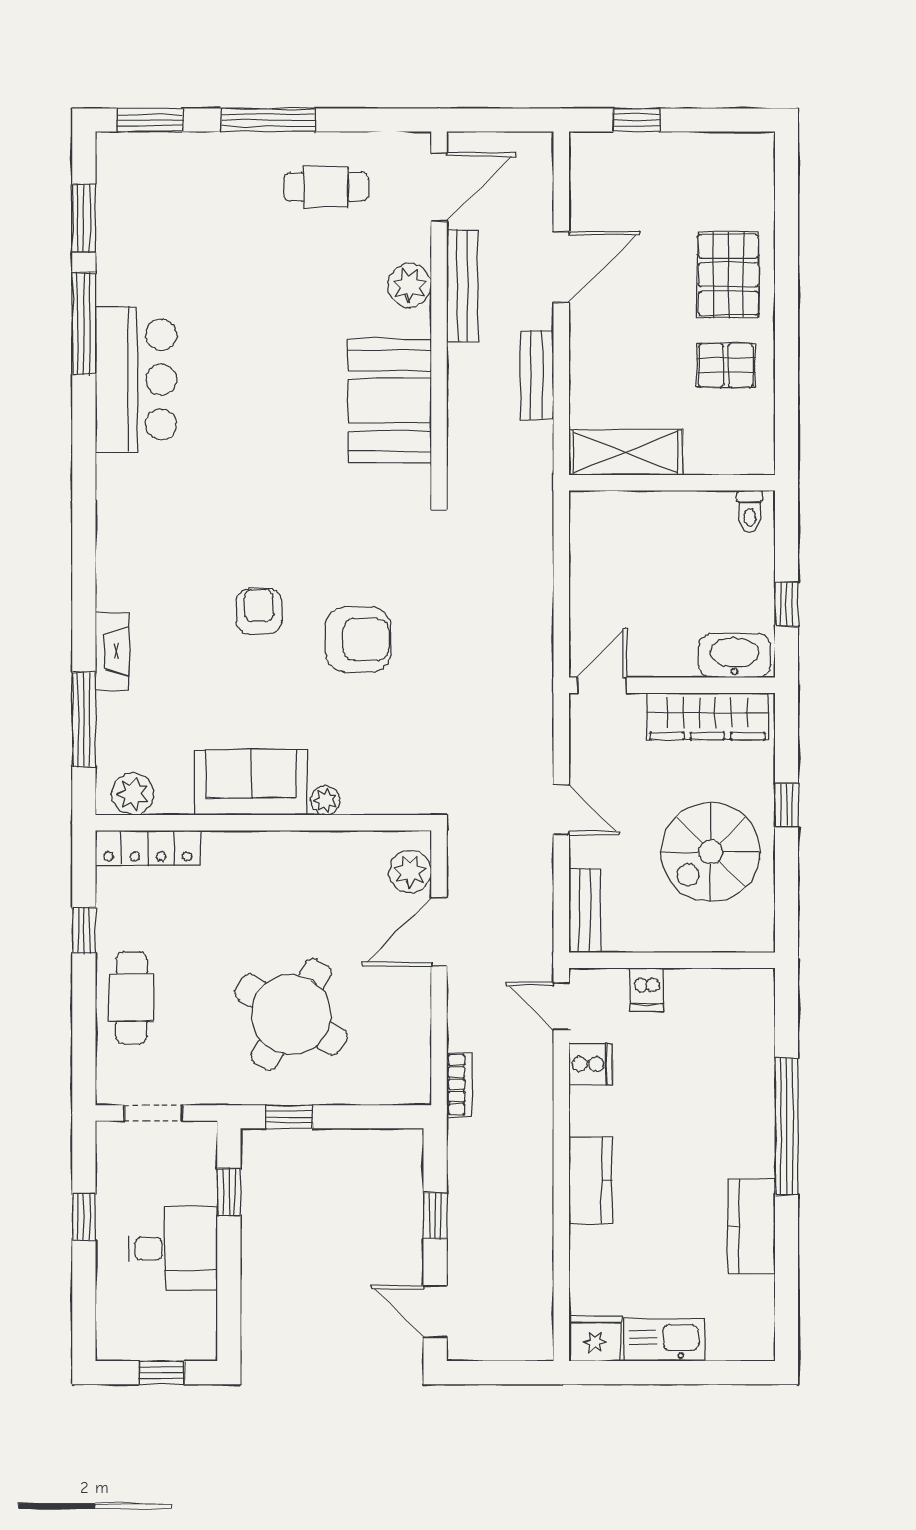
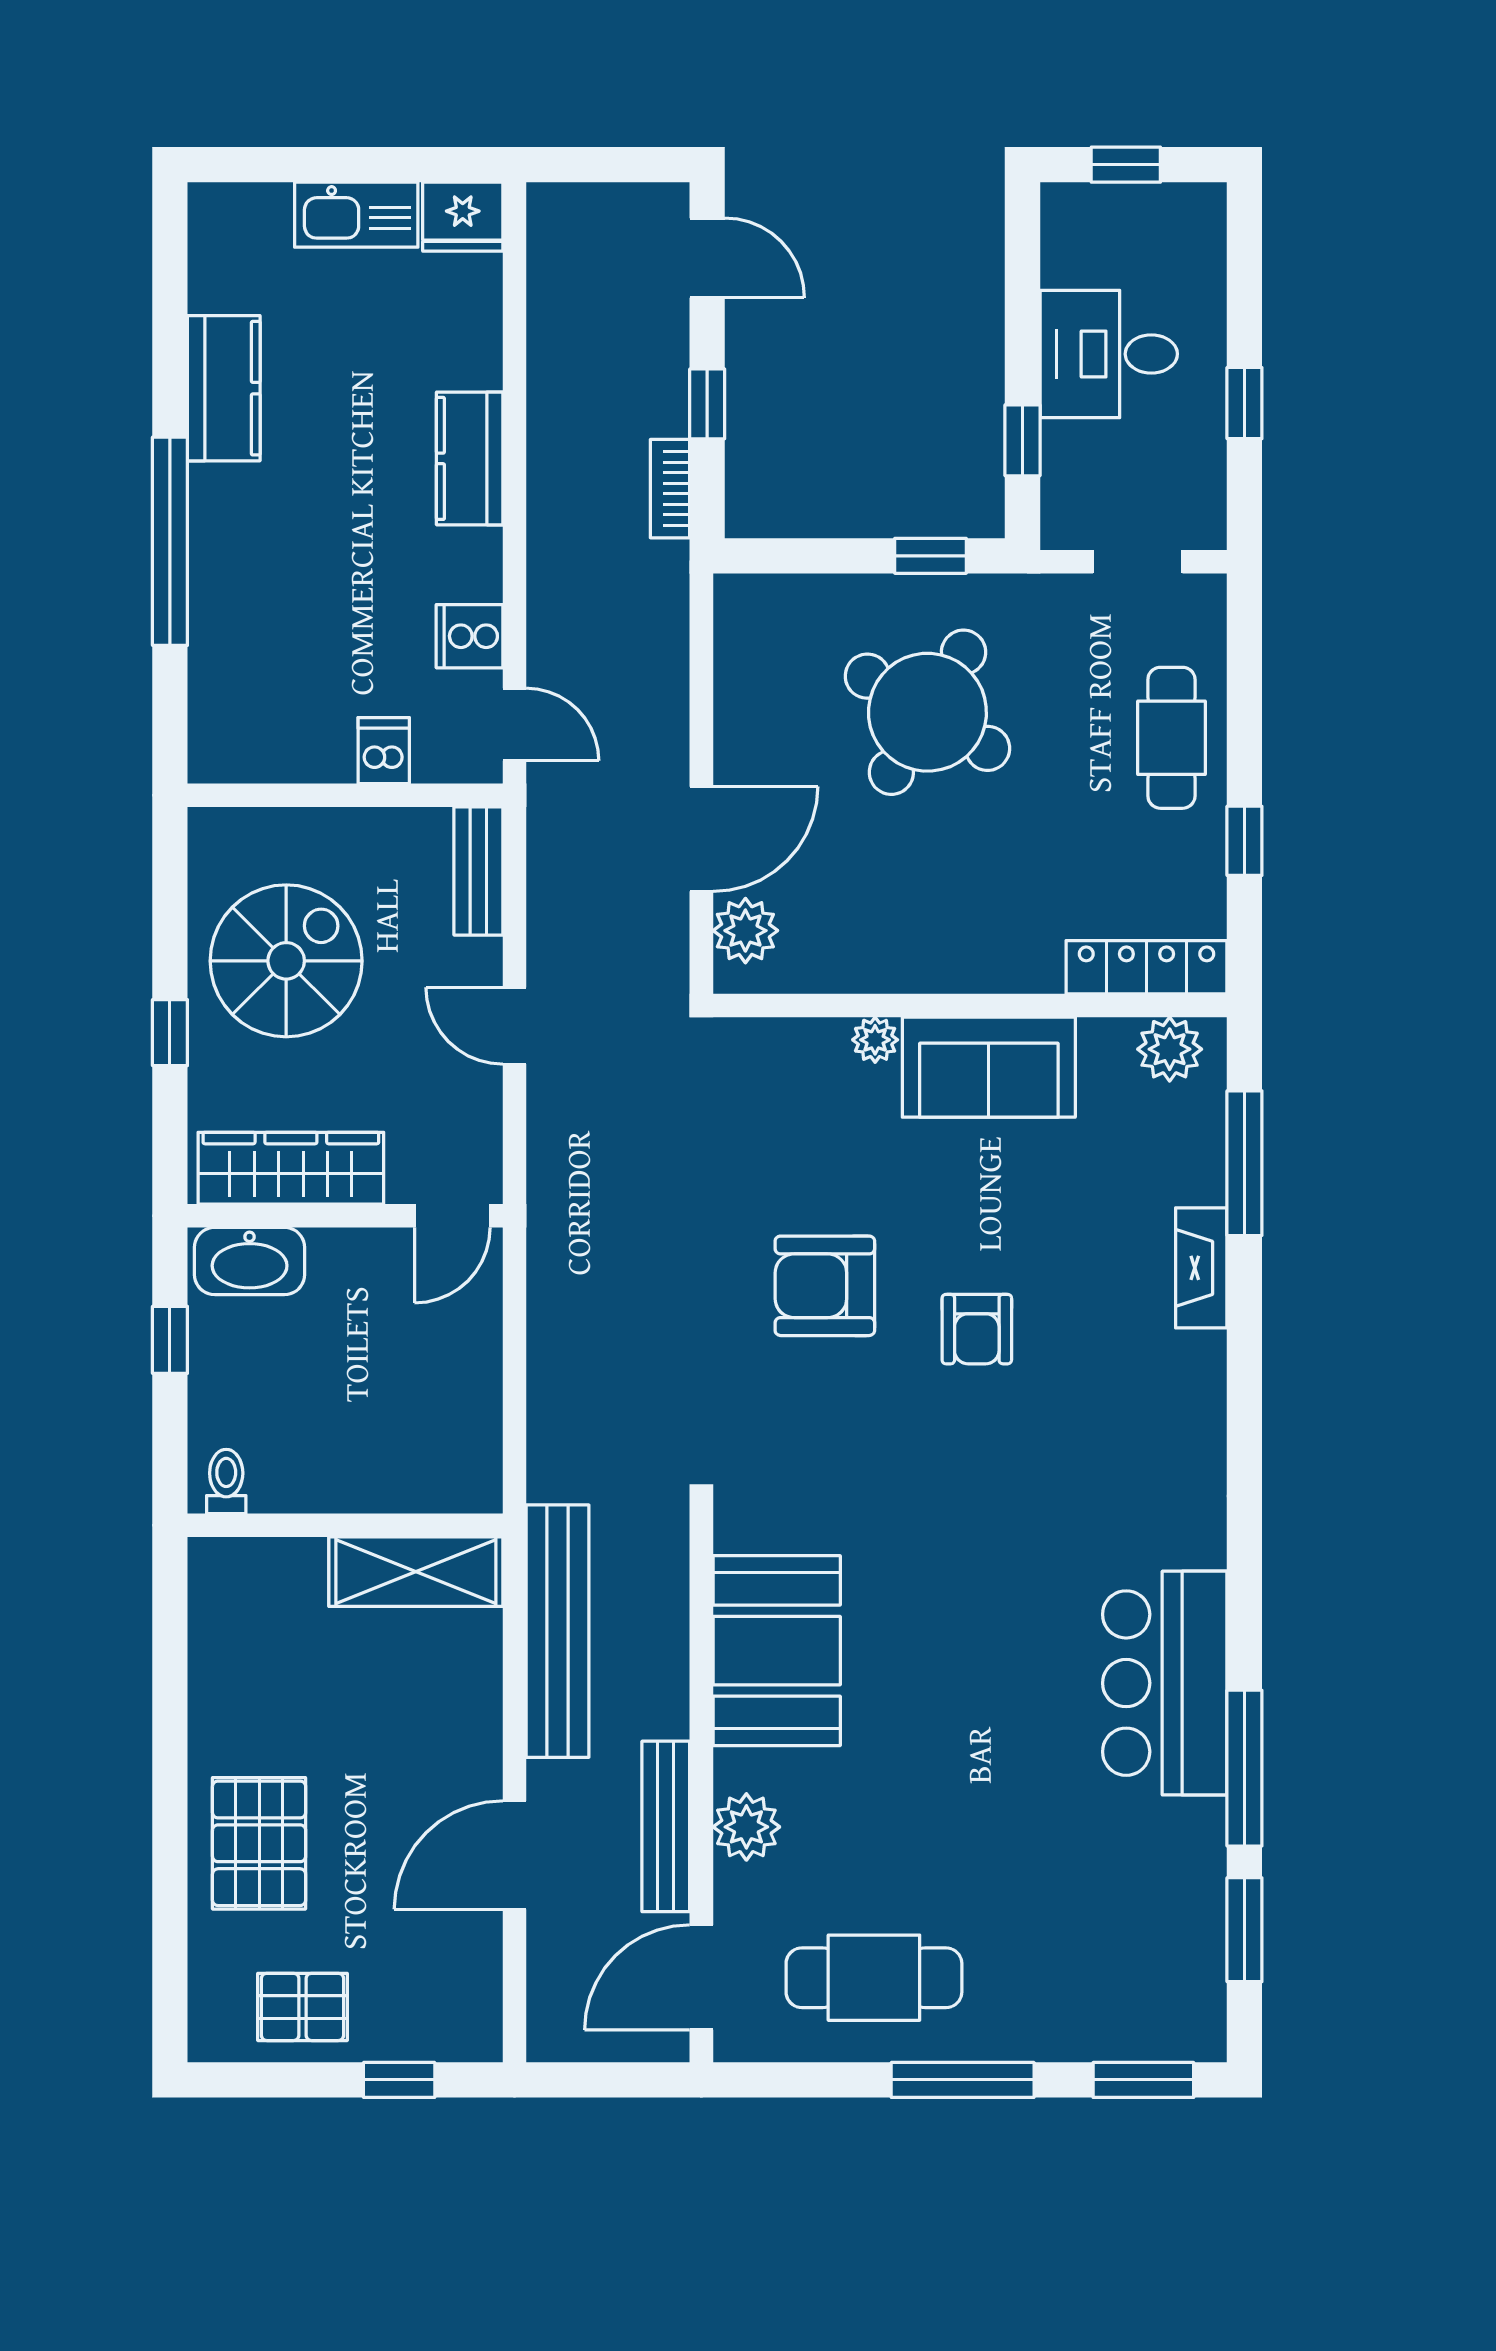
cafe table: (326, 187) -> (874, 1978), width x1.37, depth x1.35
pallet: (726, 365) -> (303, 2007), moved
bench: (537, 375) -> (558, 1631), width x1.86, depth x1.21
bookcase: (459, 1084) -> (670, 489), moved

